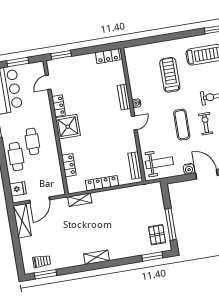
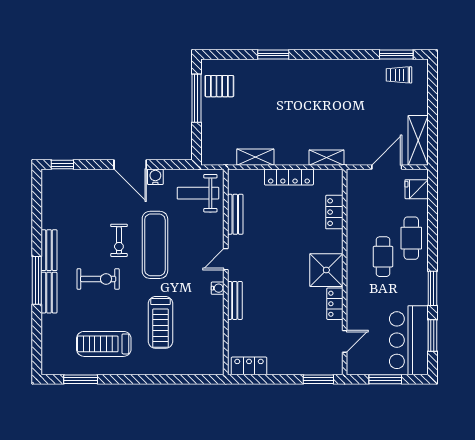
exercise mat: (182, 125) -> (155, 245), width x1.36, depth x1.45
bench: (135, 165) -> (235, 214), moved
pallet: (157, 235) -> (219, 86), turned 90
shelving: (97, 257) -> (255, 157), moved
window: (152, 257) -> (273, 55), moved

